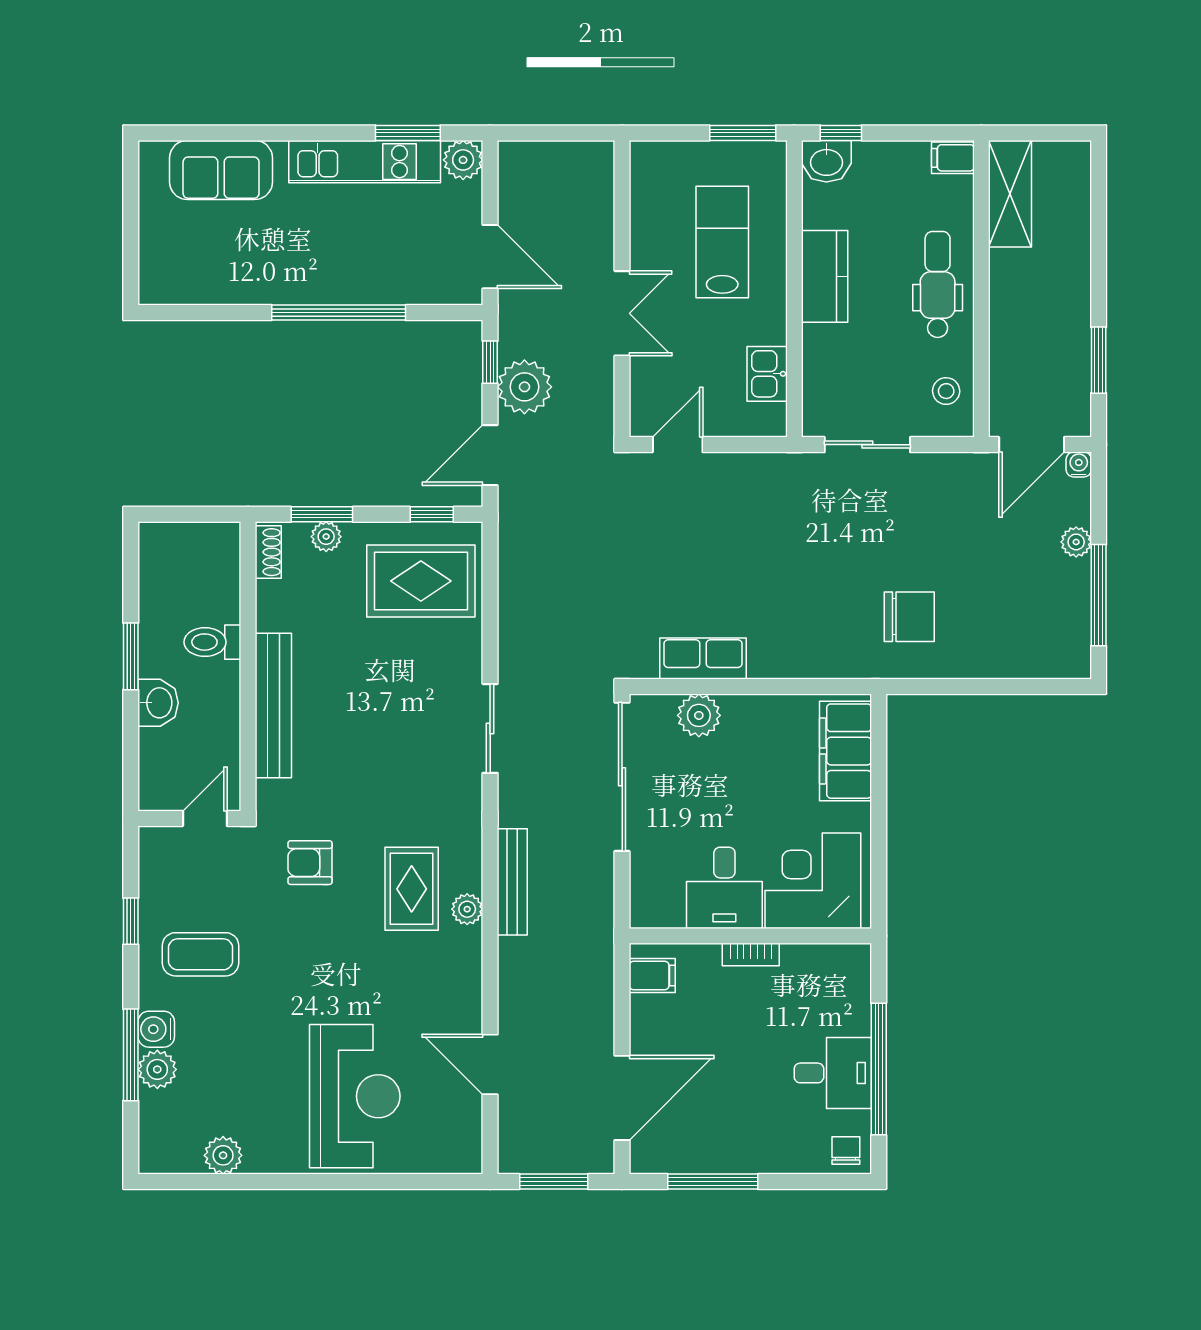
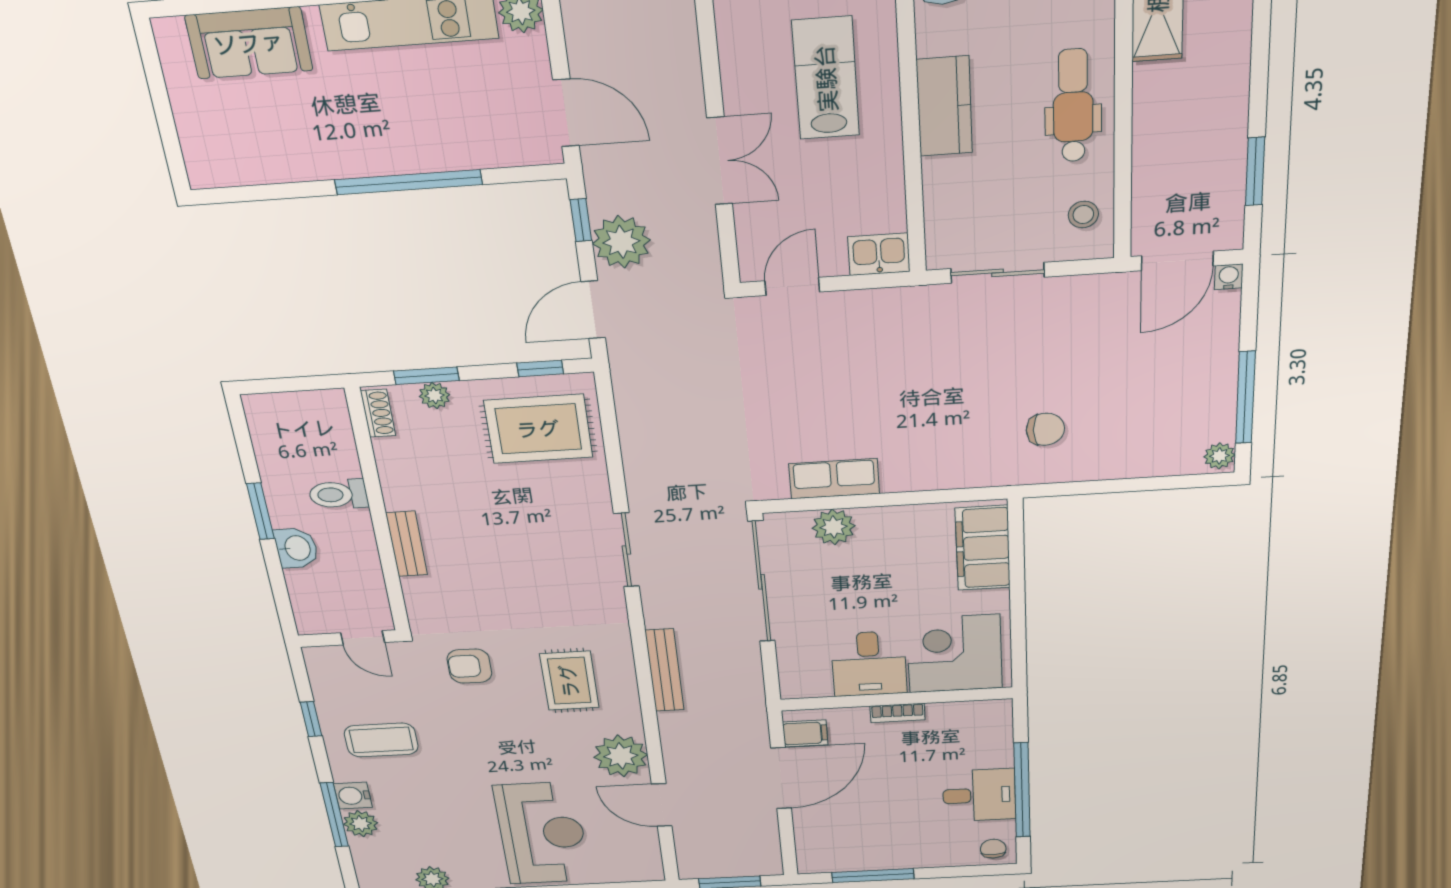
kitchen sink: (767, 374) -> (879, 254), moved, turned 90
plant: (1076, 542) -> (1219, 456), moved
chair: (909, 617) -> (1045, 429), width x0.73, depth x0.73
bench: (273, 706) -> (407, 544), width x0.54, depth x0.82
door: (205, 819) -> (363, 638), swing flipped
plant: (467, 909) -> (621, 756), moved, width x1.88, depth x1.88
door: (622, 1098) -> (781, 778), moved

